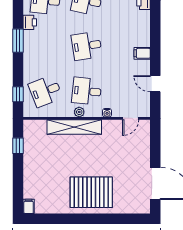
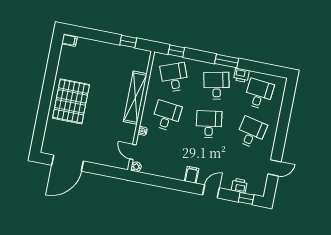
desk: (45, 46) -> (217, 86), added
door: (155, 84) -> (211, 191), moved
plant: (79, 112) -> (136, 167), moved

